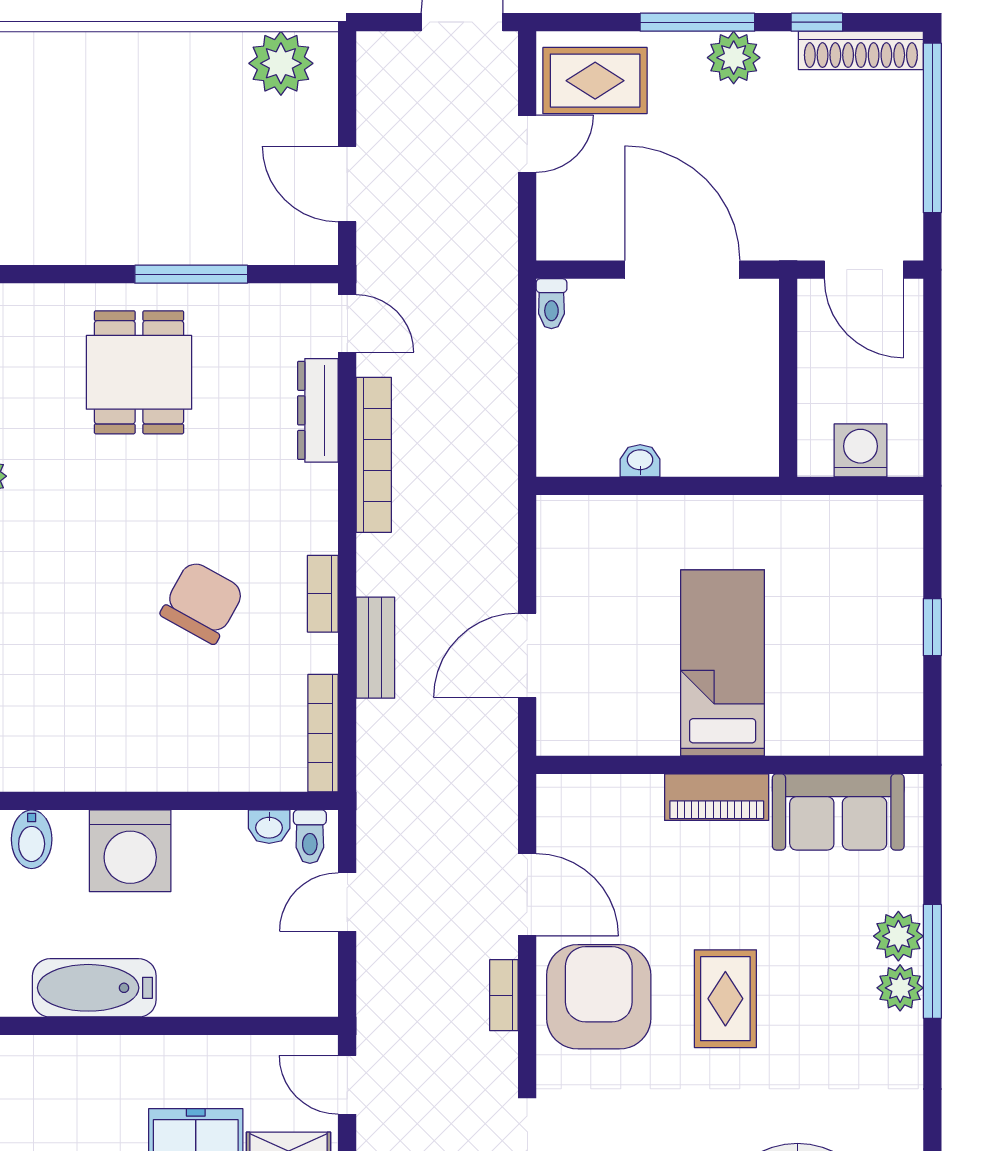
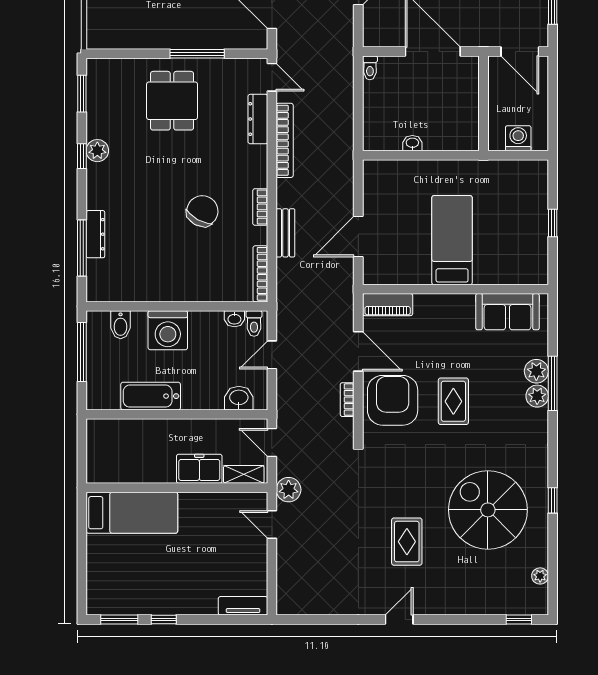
piano: (717, 797) -> (388, 305), moved
washbasin: (278, 992) -> (239, 398), added

